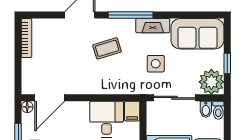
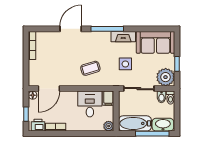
coffee table: (107, 48) -> (90, 68), moved

